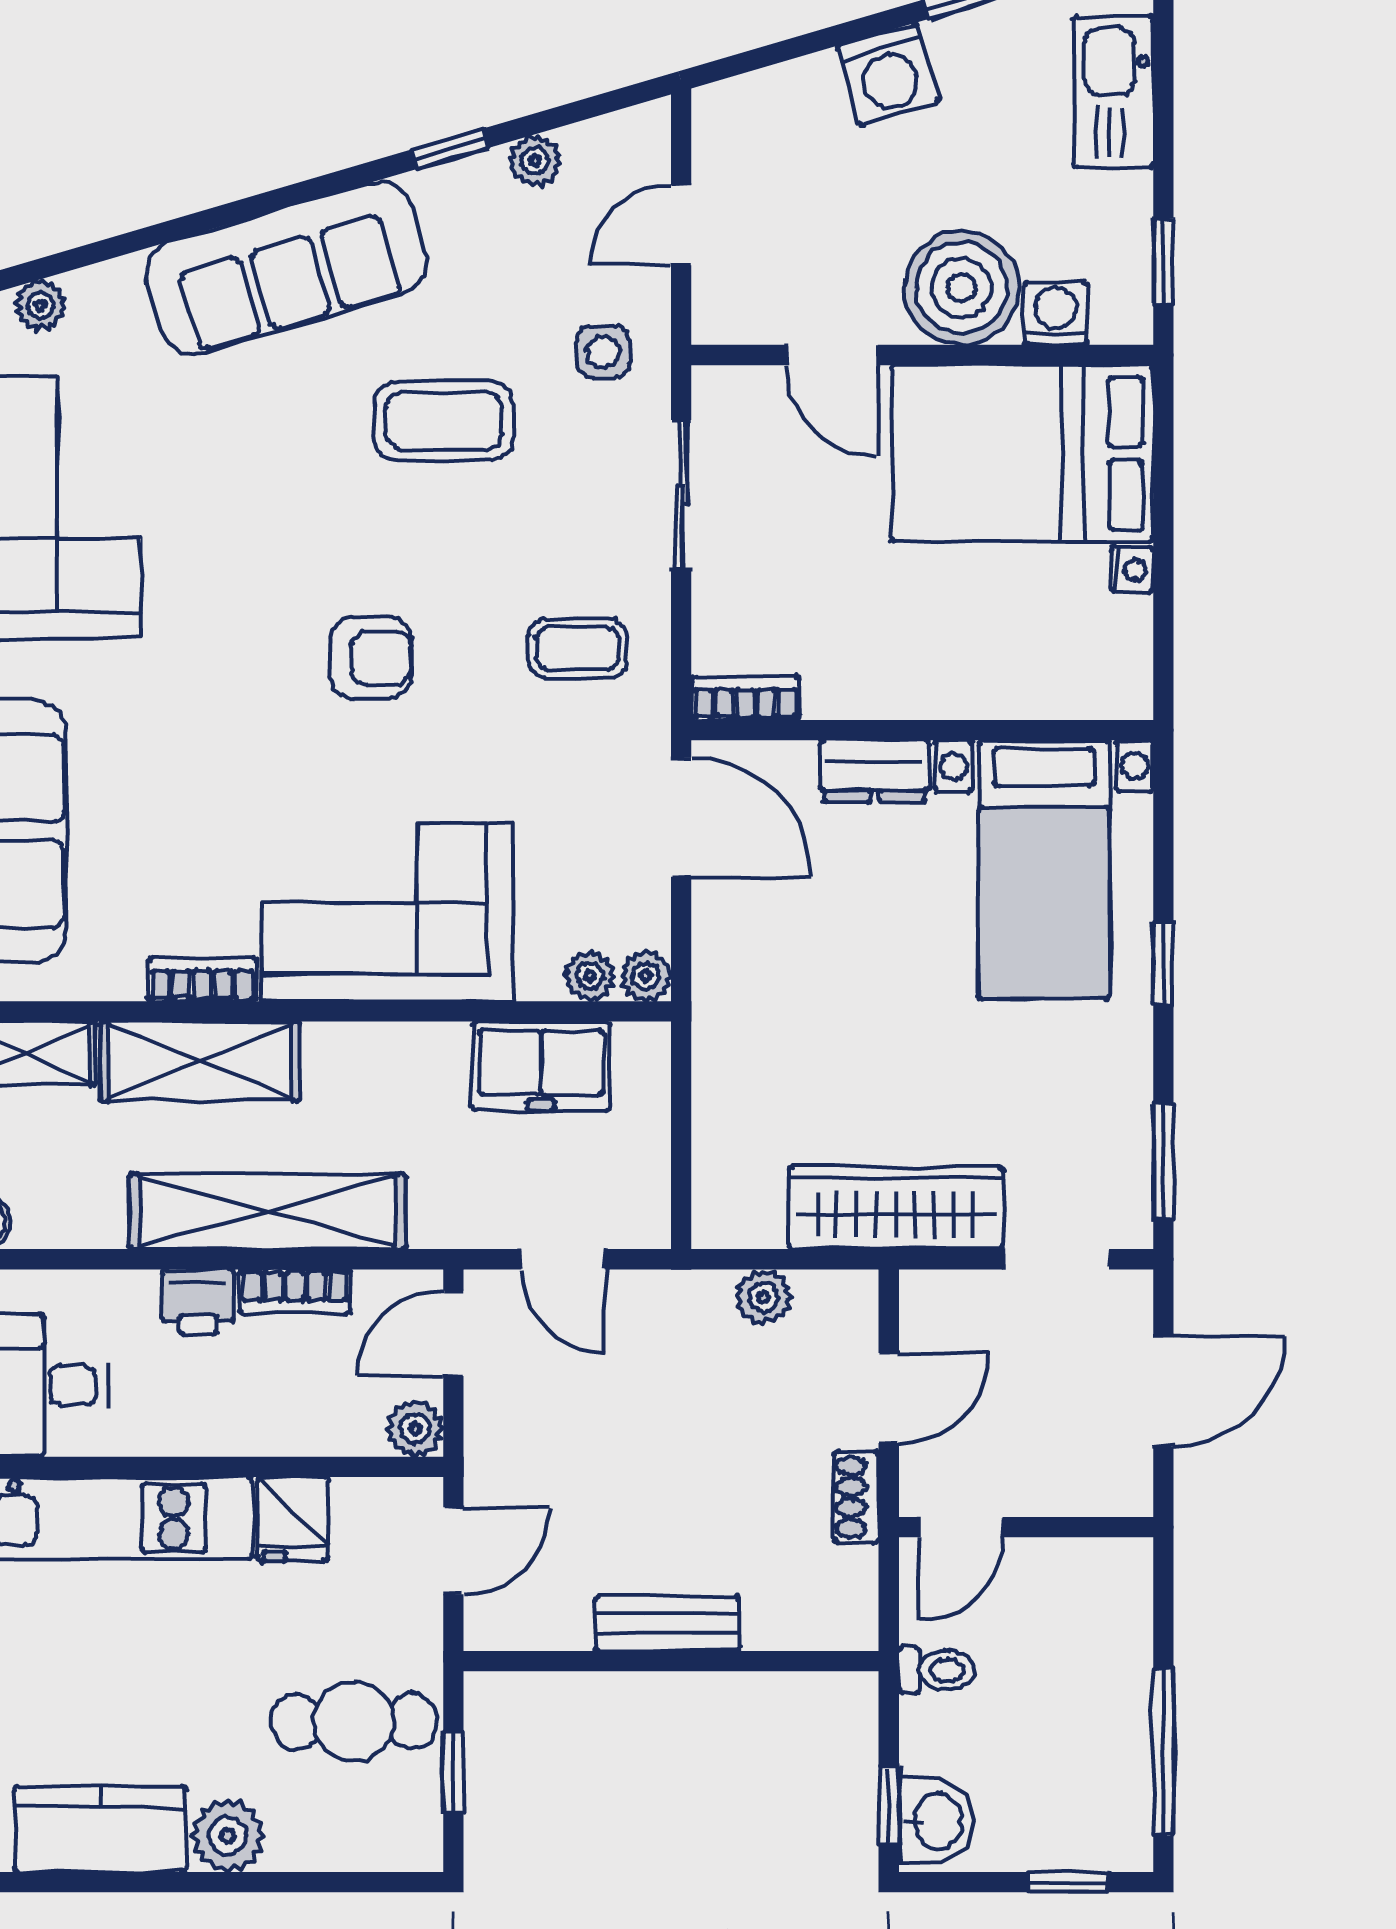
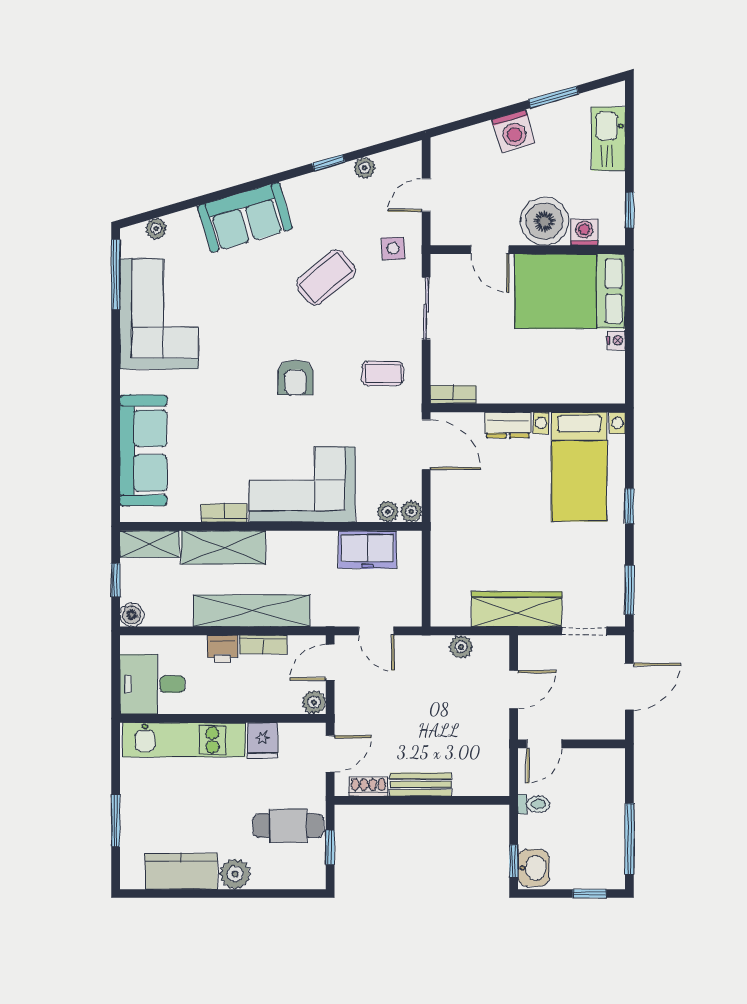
sofa: (286, 268) -> (245, 217), width x0.73
coffee table: (443, 421) -> (326, 277), turned -40
armchair: (371, 658) -> (295, 377), turned 90
shoe rack: (856, 1497) -> (368, 787), moved, turned 90

